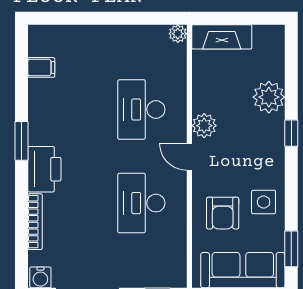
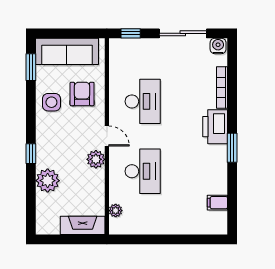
plant: (178, 34) -> (116, 211), moved

